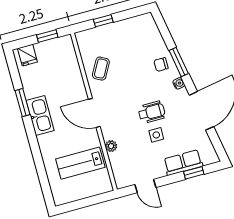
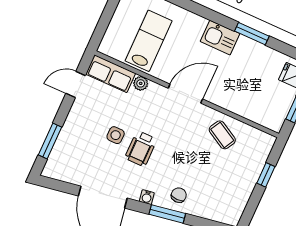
kitchen sink: (40, 115) -> (220, 38), width x0.73
row of seats: (183, 163) -> (111, 74), moved, turned 90
window: (194, 173) -> (50, 141), width x1.50

